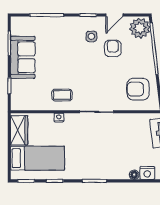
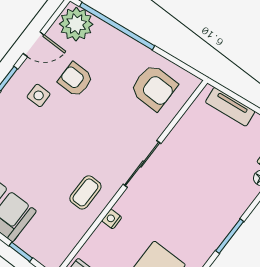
door: (114, 15) -> (34, 44), hinge flipped
armchair: (138, 89) -> (154, 87), turned -90

